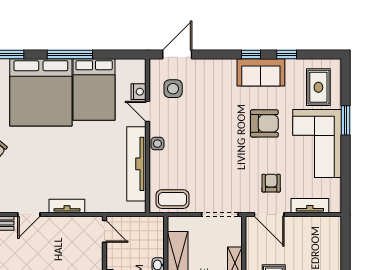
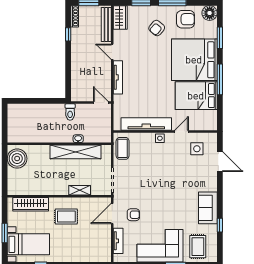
door: (177, 55) -> (220, 162), moved
window: (251, 55) -> (220, 201), removed
rug: (318, 87) -> (198, 247), turned 90
nightstand: (139, 92) -> (195, 126), removed
armchair: (264, 123) -> (173, 210), removed
tv unit: (67, 206) -> (118, 77), width x1.41
door: (104, 231) -> (101, 103), swing flipped

